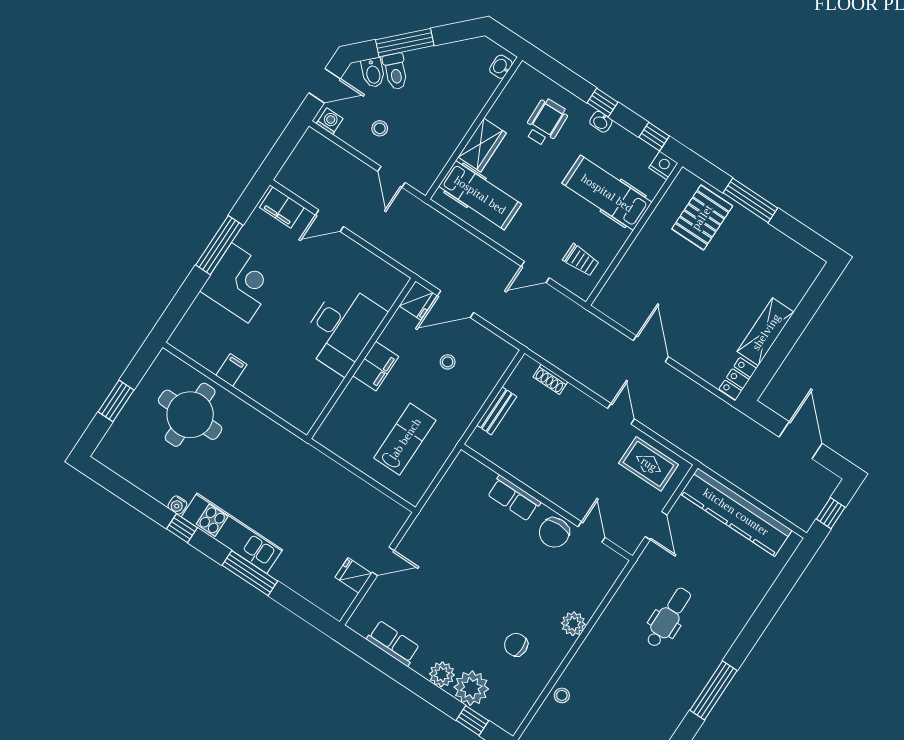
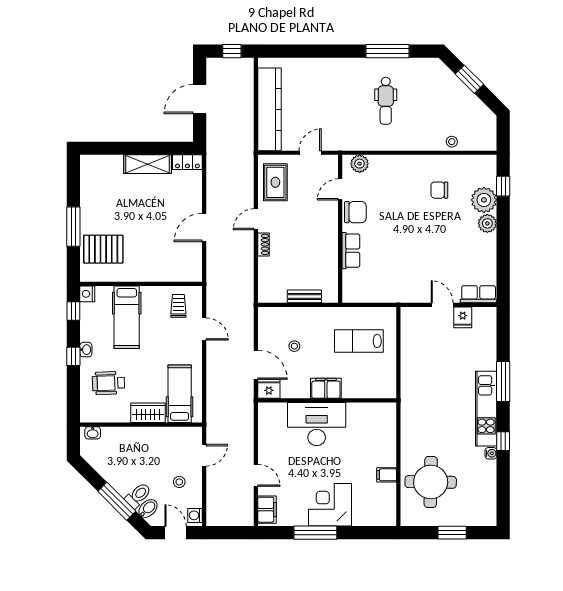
shoe rack: (550, 379) -> (264, 244), moved
dental chair: (668, 617) -> (386, 101), moved, turned -89
plant: (573, 624) -> (360, 164), moved
row of seats: (393, 643) -> (479, 294), moved, turned 90
chair: (516, 645) -> (439, 190), turned 90

